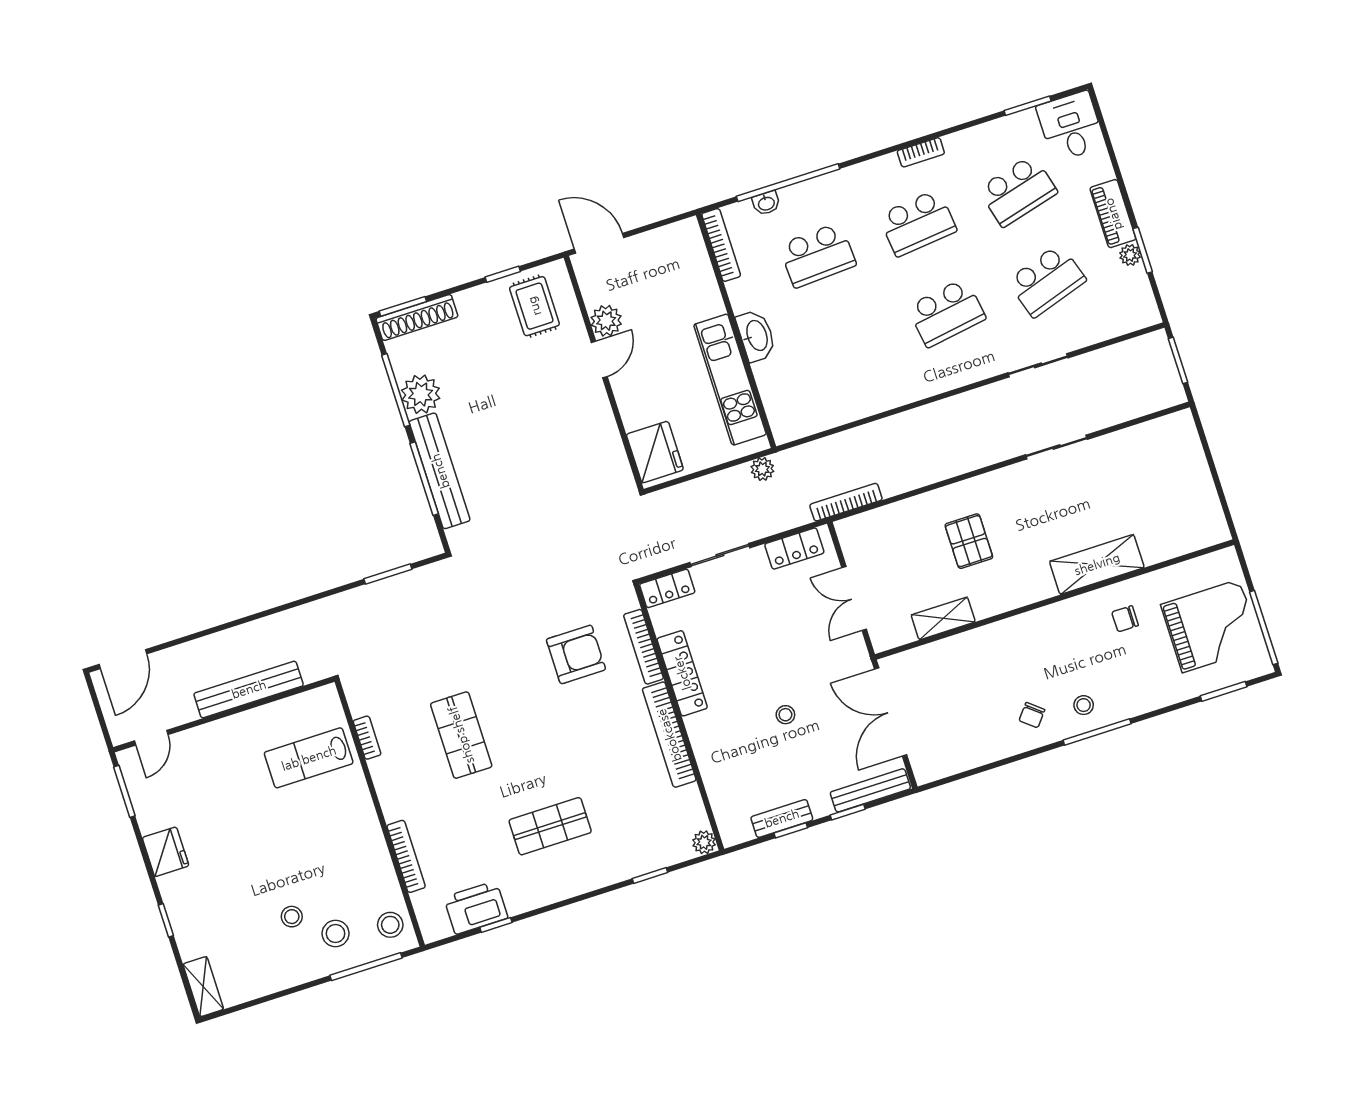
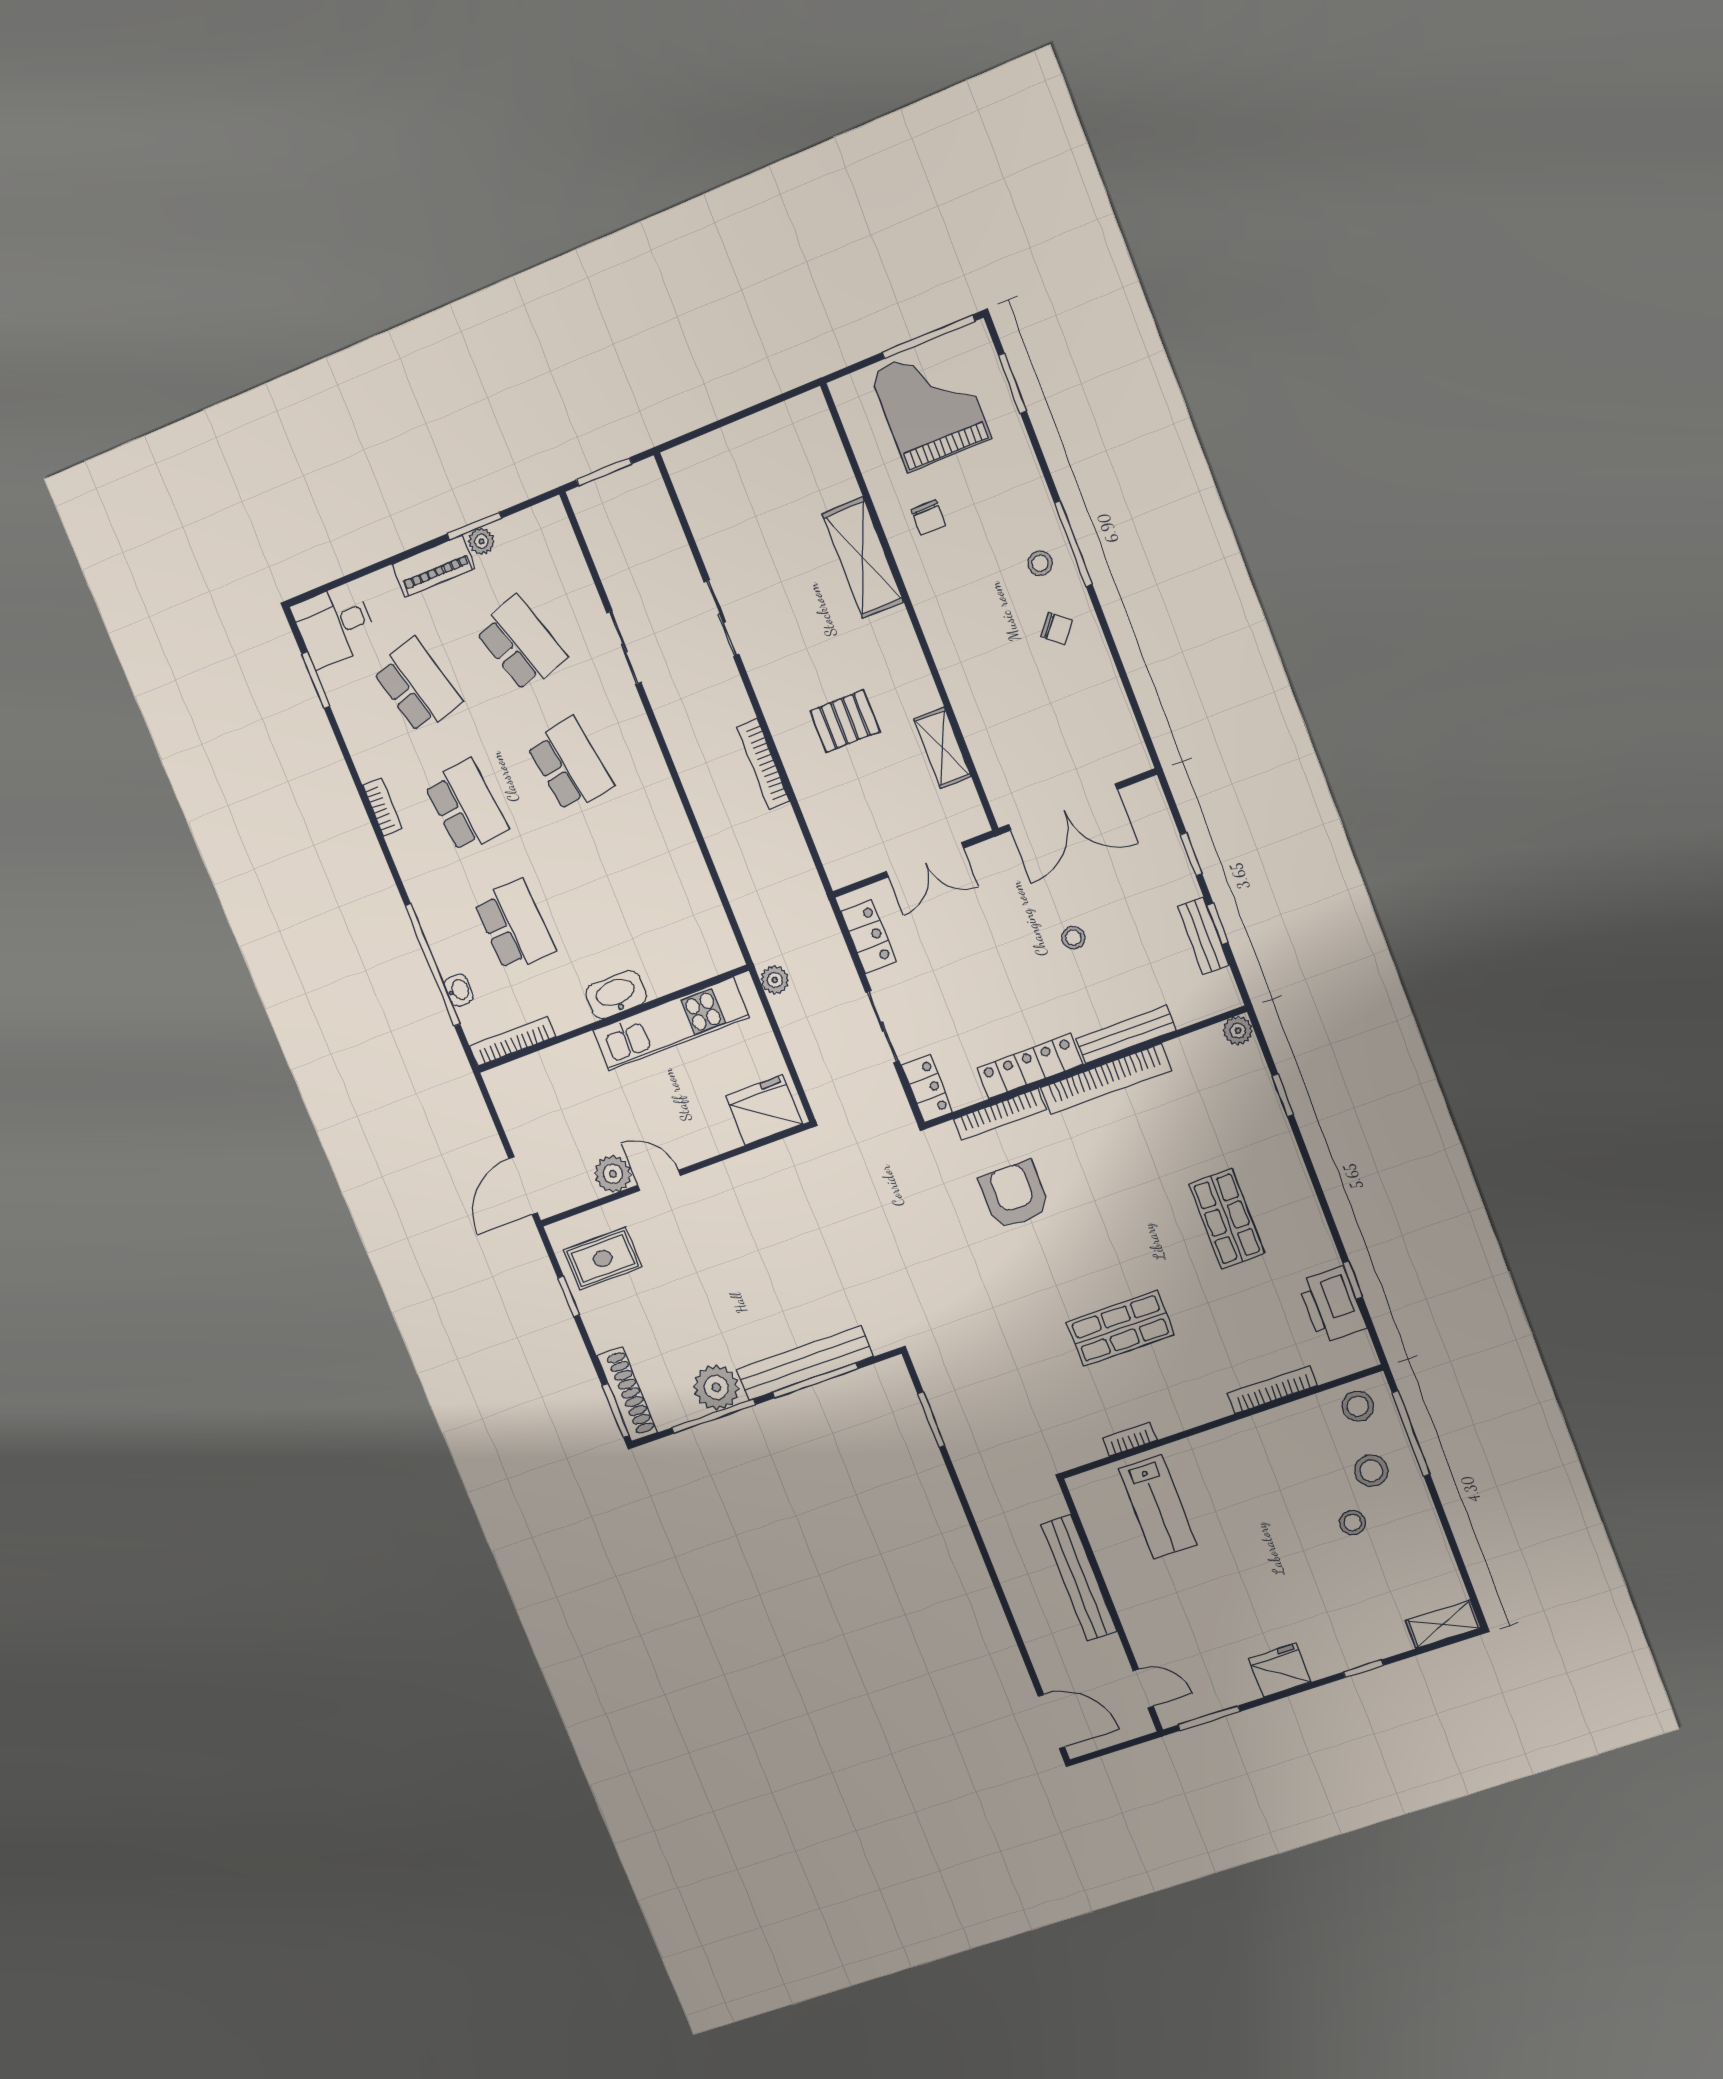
bookcase: (846, 502) -> (763, 764), moved
bench: (870, 790) -> (1126, 1034), moved, turned 90

